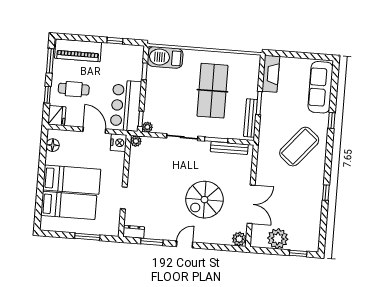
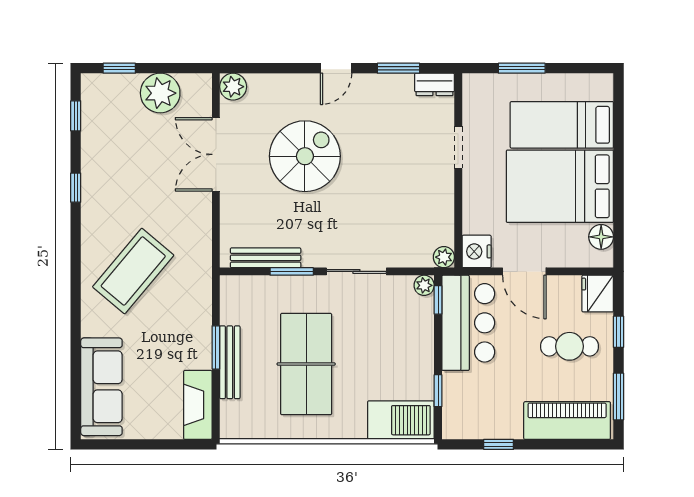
bench: (250, 118) -> (230, 362), moved
window: (332, 121) -> (76, 116), moved
bed: (72, 180) -> (560, 186), width x1.50

